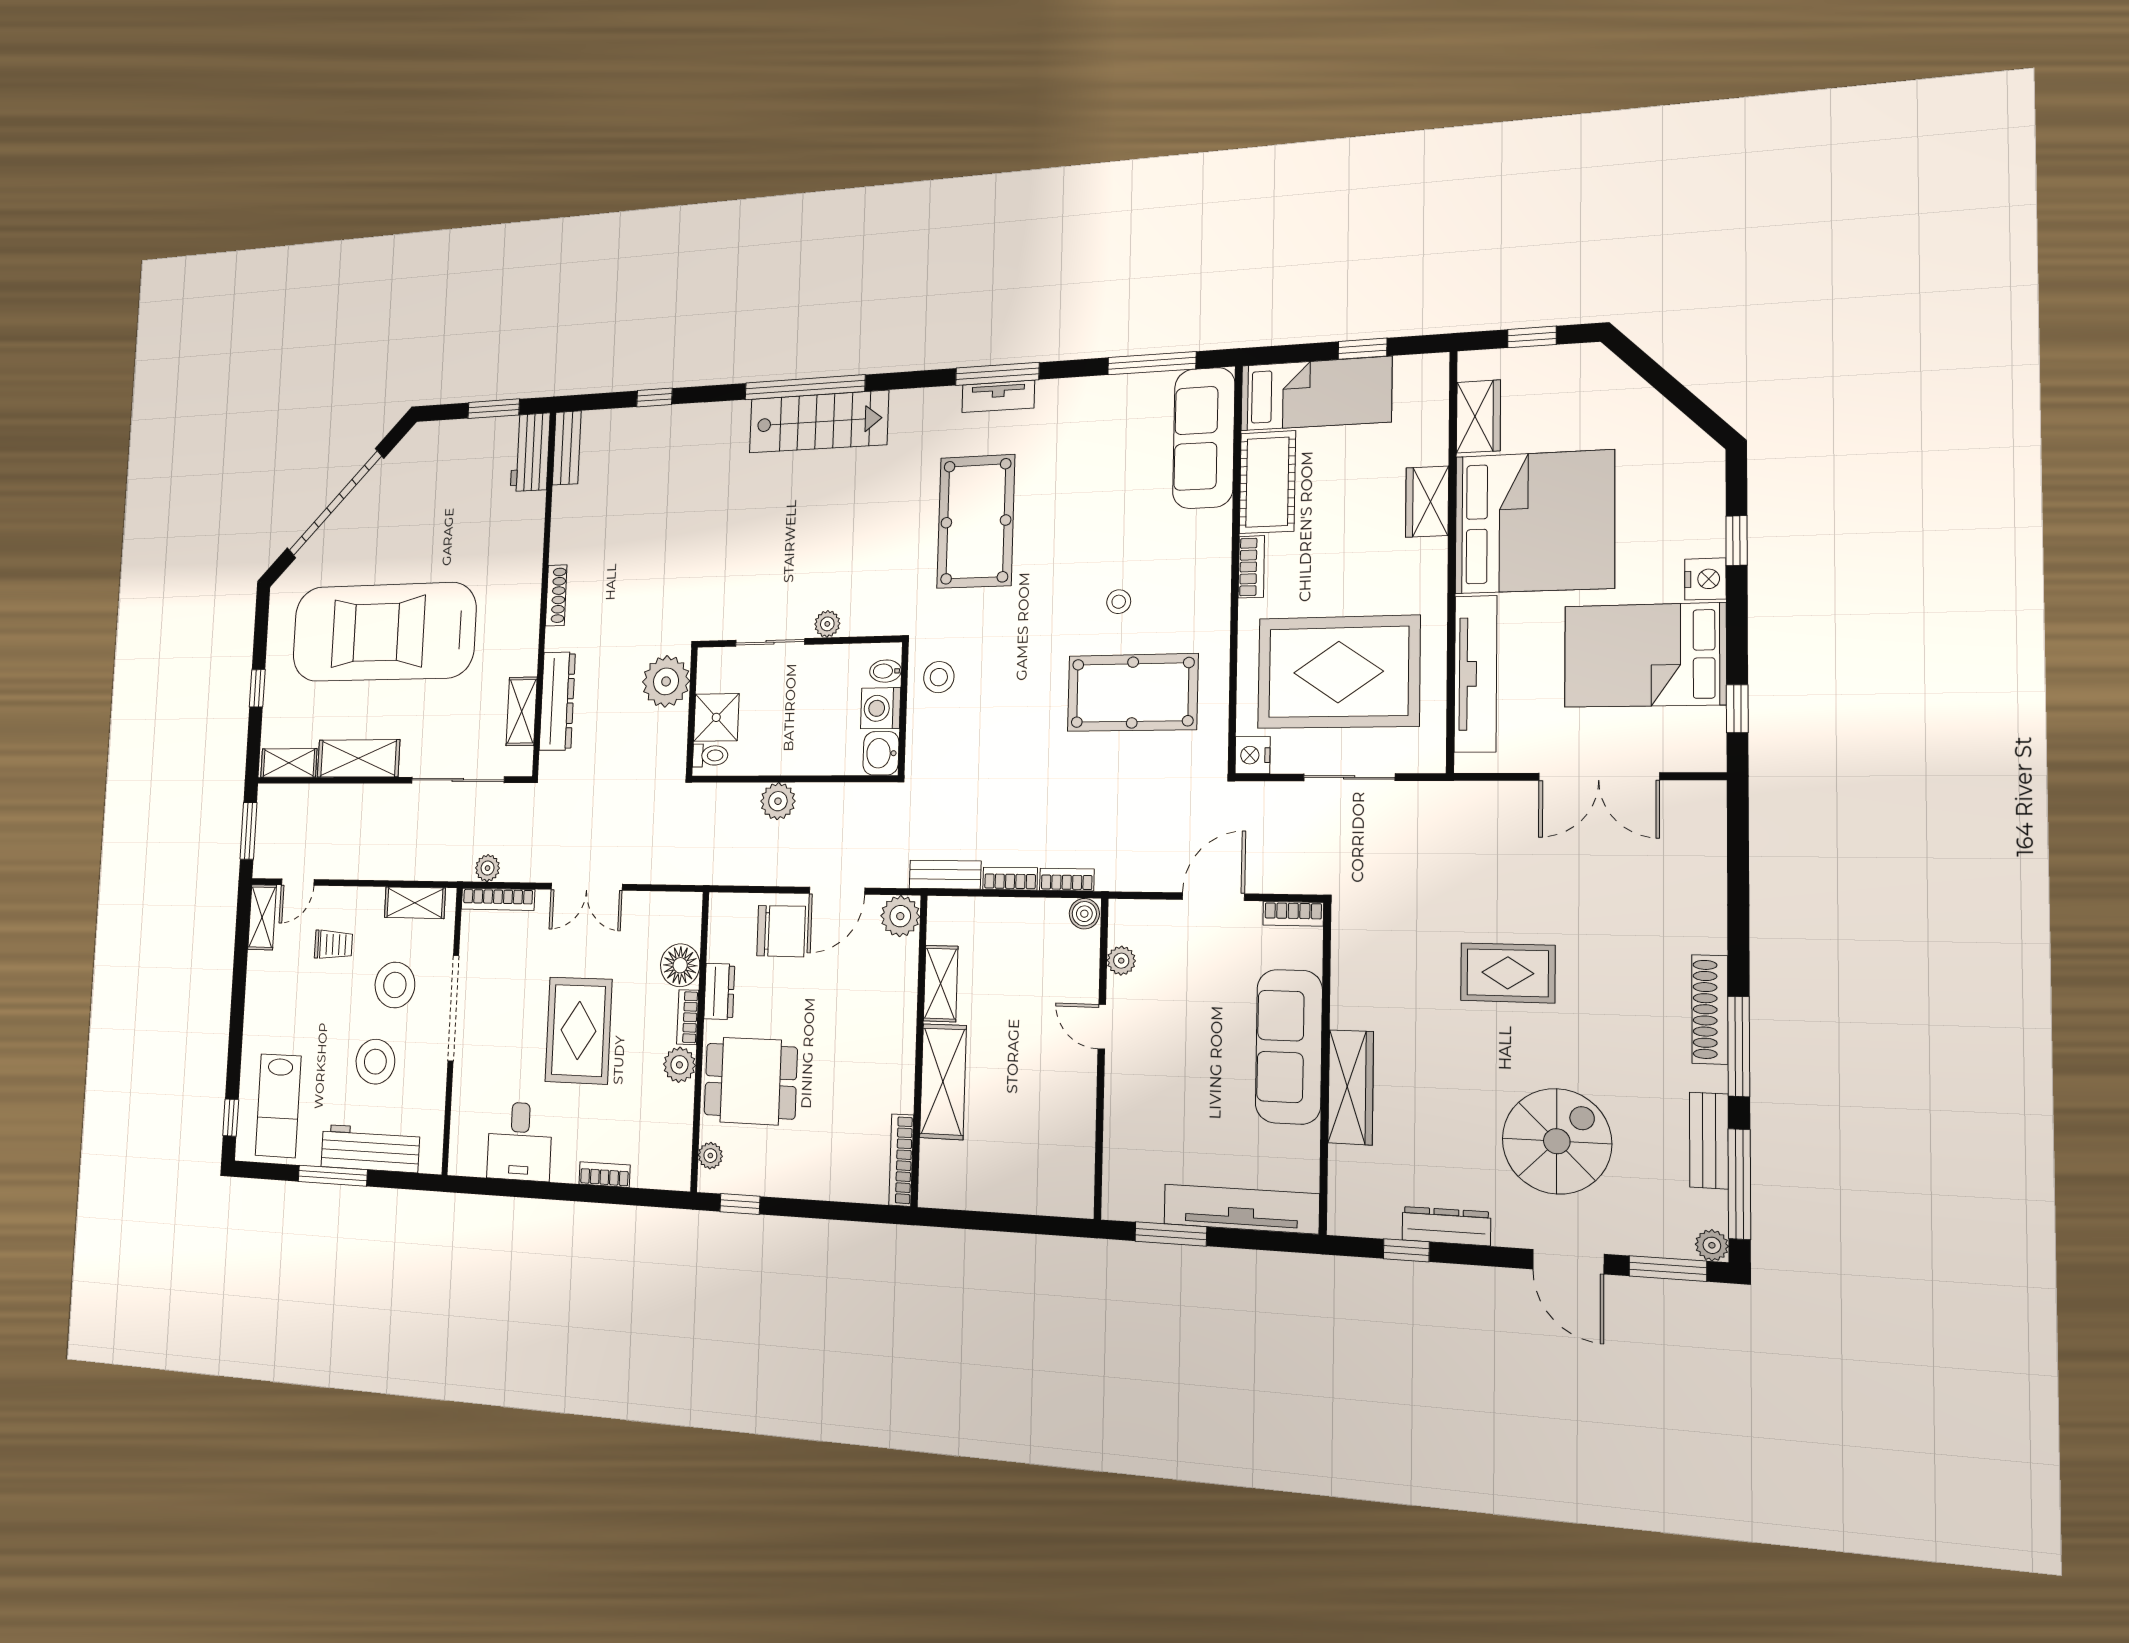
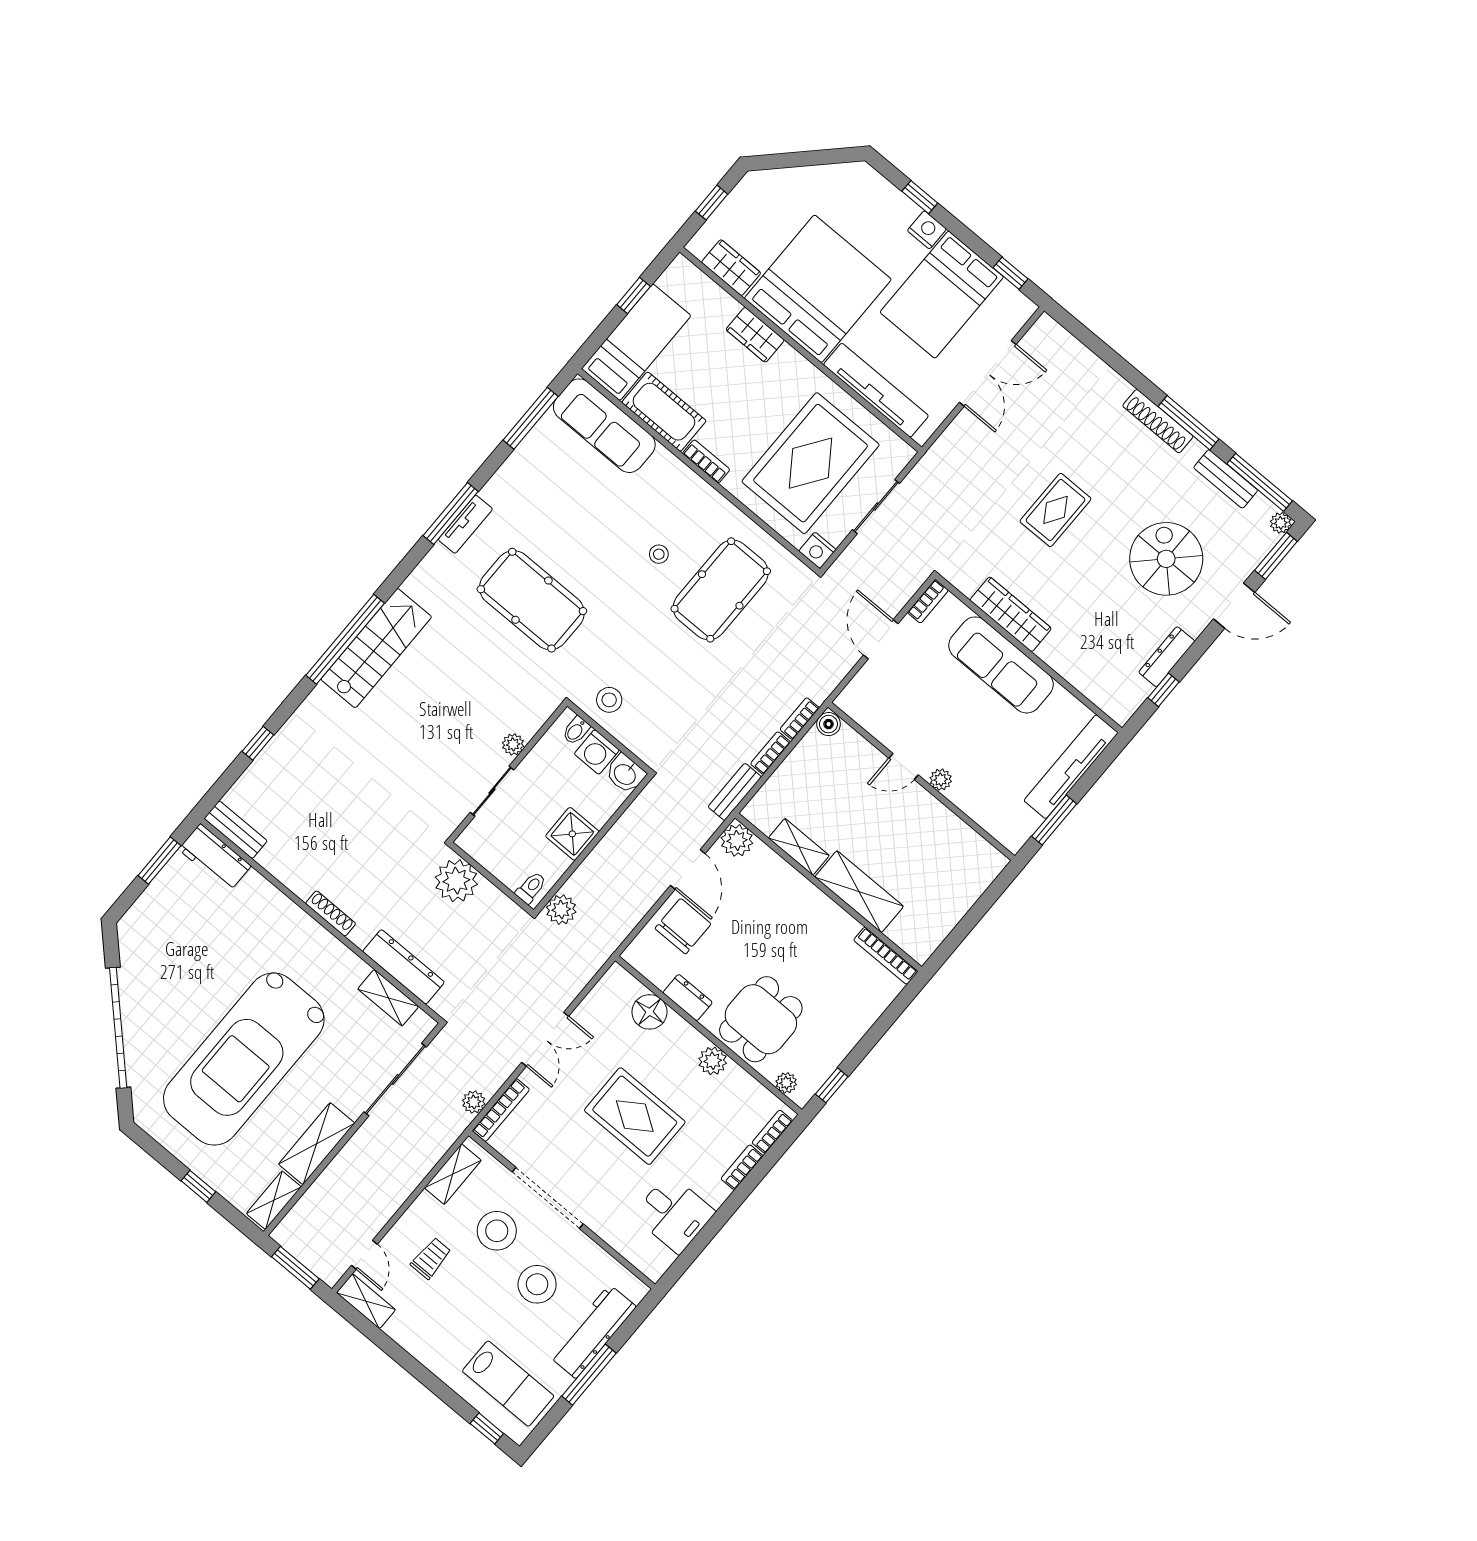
shower: (716, 717) -> (572, 834), moved
plant: (778, 801) -> (561, 910), moved
plant: (1121, 961) -> (941, 780), moved
bookcase: (688, 1017) -> (772, 1132), moved, turned 90
wardrobe: (1351, 1087) -> (1011, 614), moved

